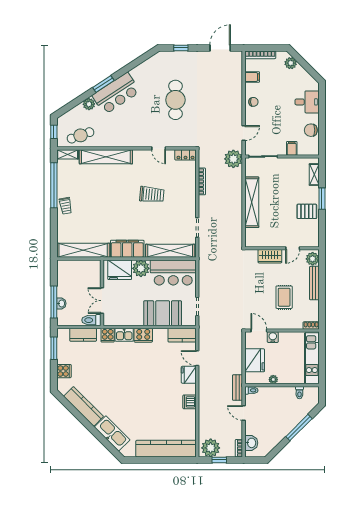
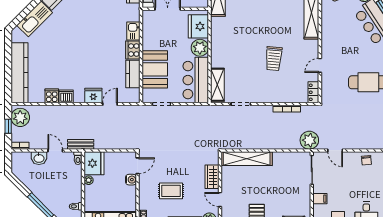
shelving: (252, 202) -> (247, 159), moved
filing cabinet: (127, 249) -> (219, 34), removed
shelving: (170, 251) -> (217, 85), width x0.68
cooker: (108, 335) -> (52, 96), moved, turned 90
kitchen counter: (182, 335) -> (133, 74), moved
fridge: (255, 360) -> (94, 163), moved, turned -90
door: (244, 413) -> (55, 150), hinge flipped
washbasin: (251, 443) -> (39, 158), moved

